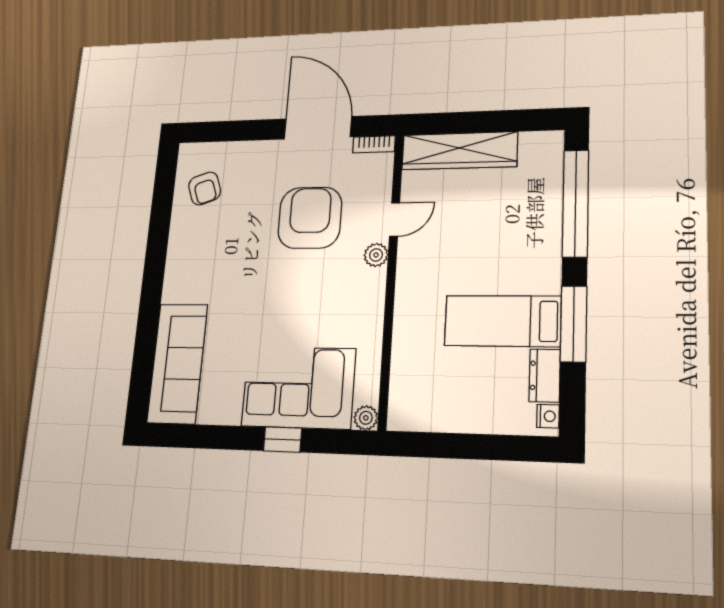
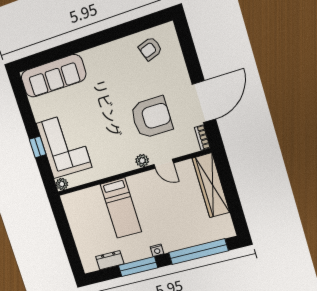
bed: (503, 321) -> (121, 208), moved, turned 180
nightstand: (548, 416) -> (157, 250), moved

